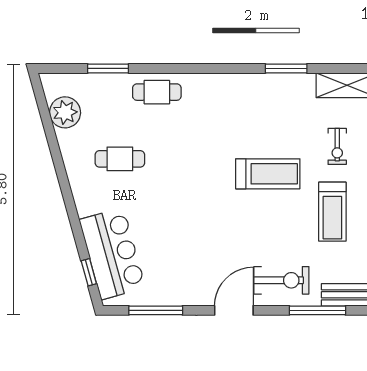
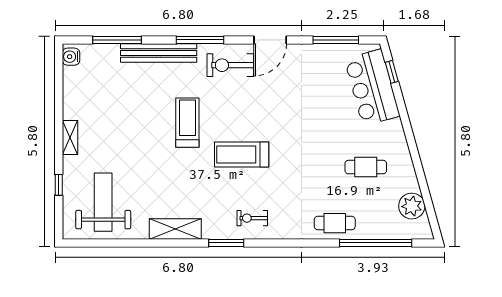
window: (108, 68) -> (376, 243), width x2.11
exercise bike: (337, 146) -> (252, 218), moved, turned -90

